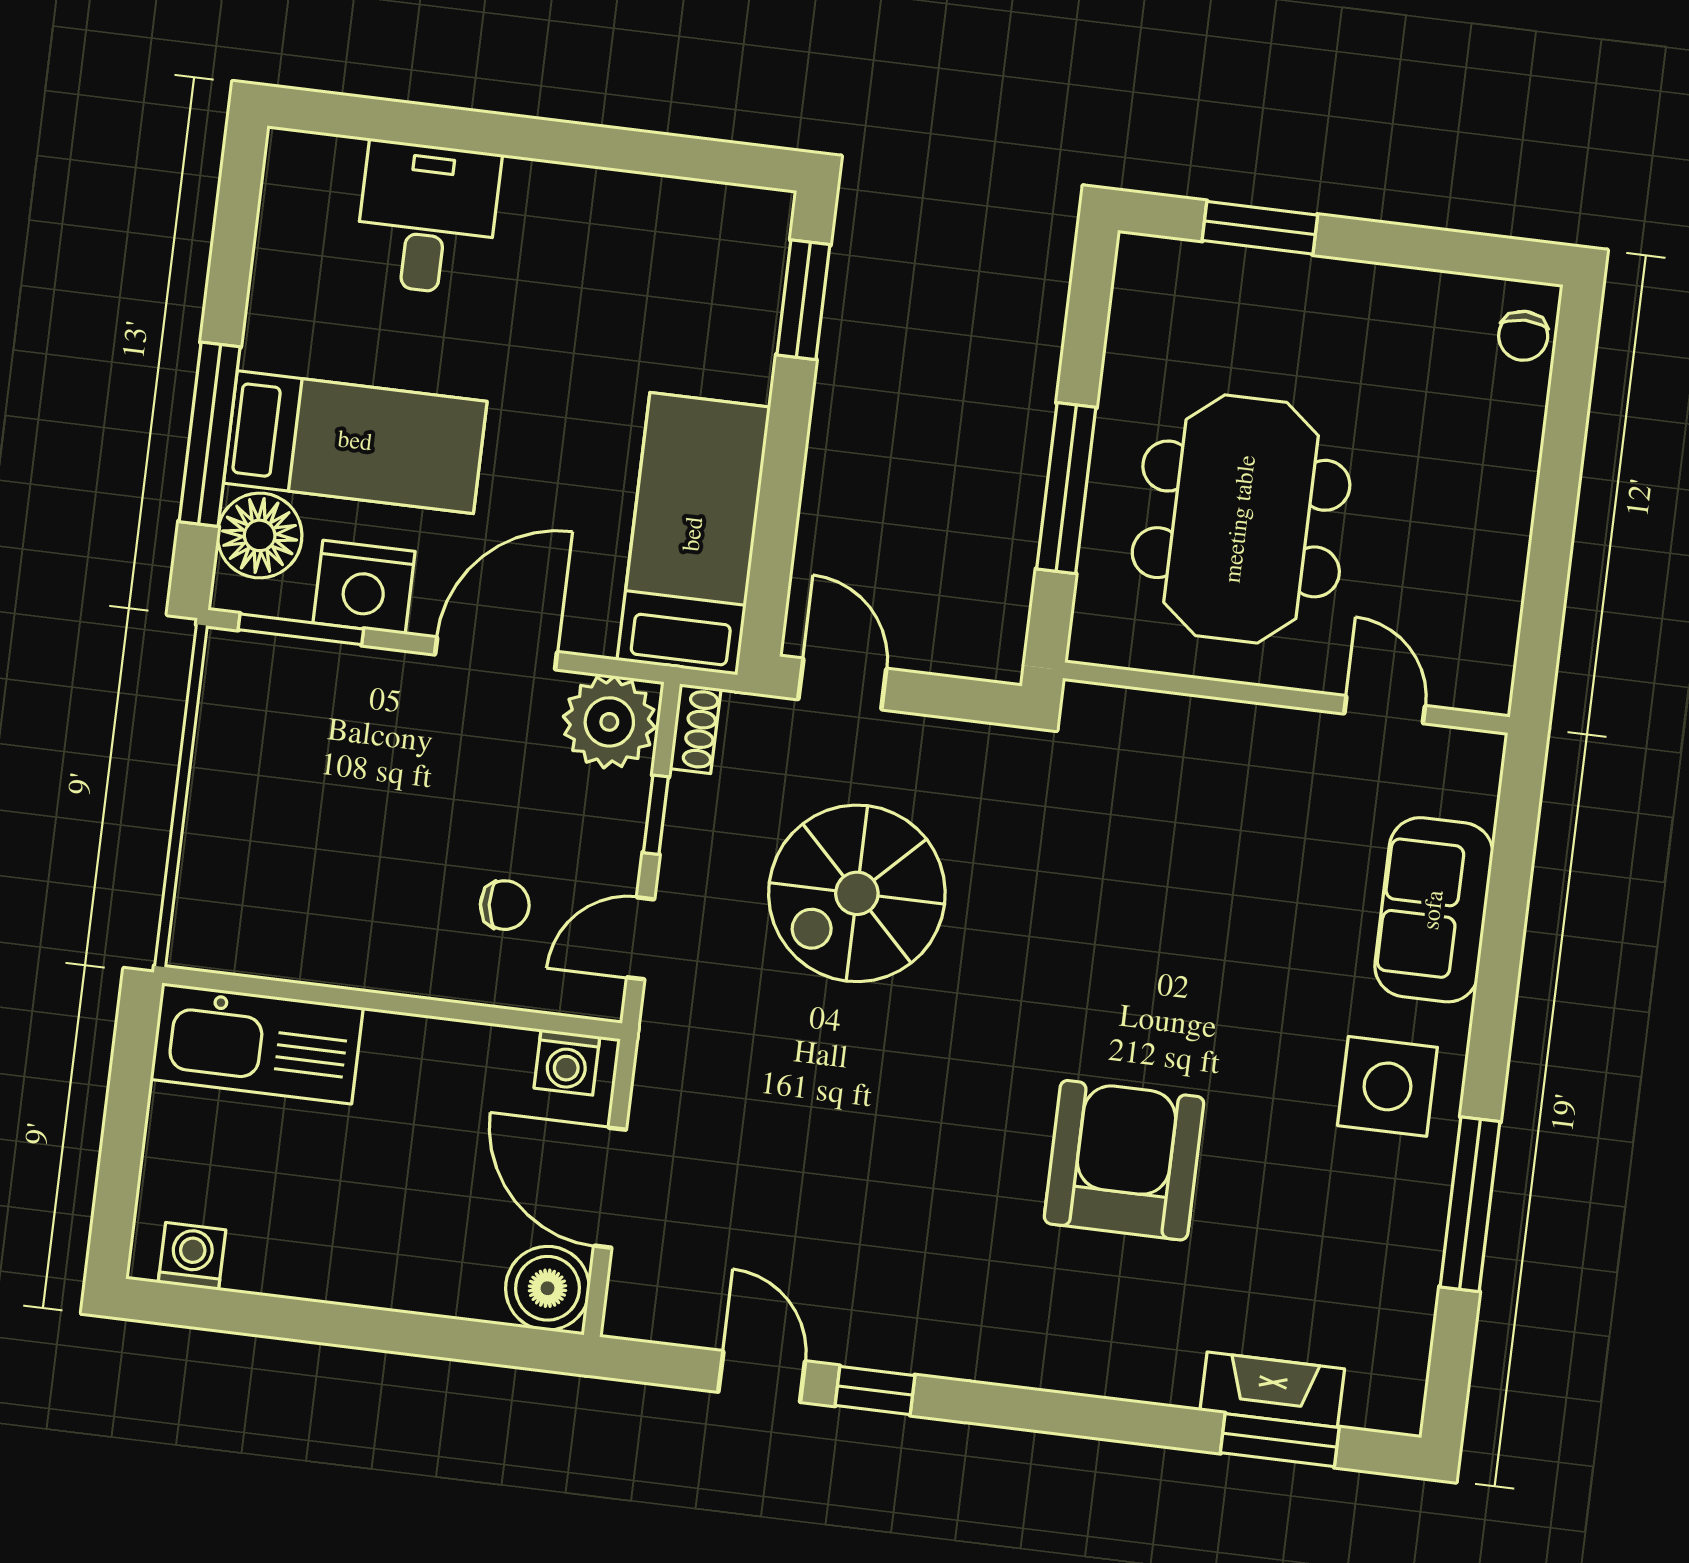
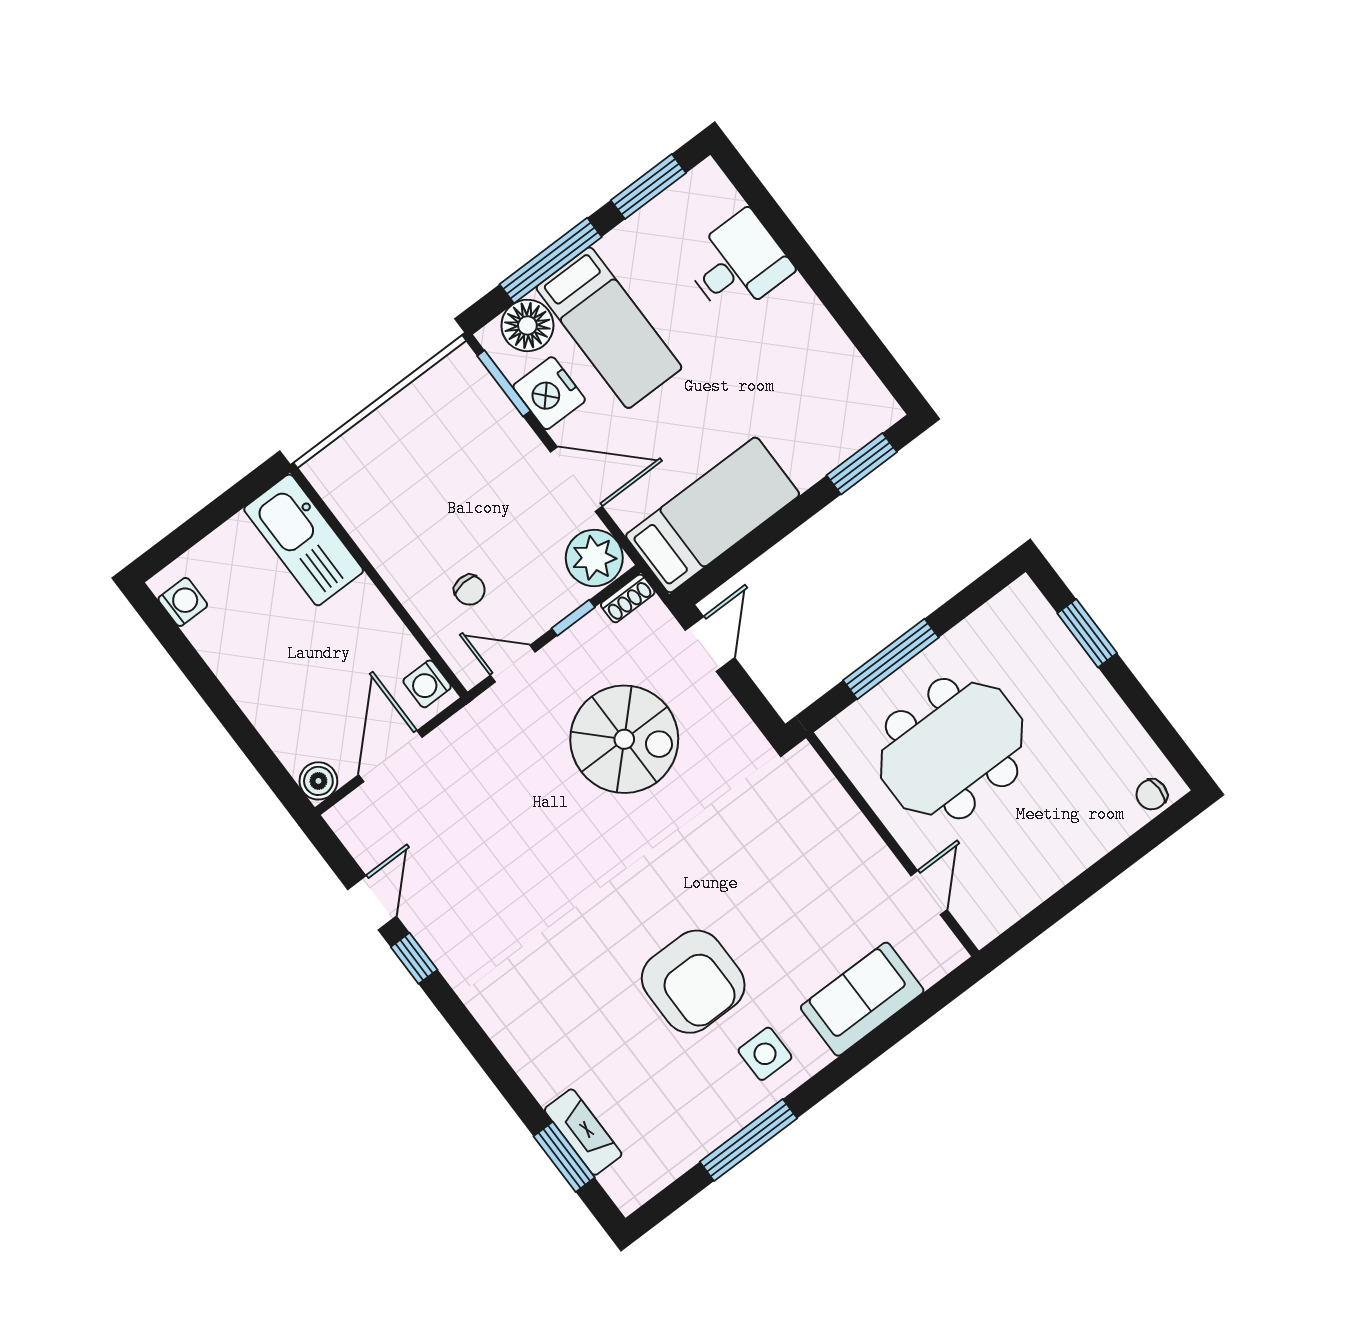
window: (234, 235) -> (648, 187), added
spiral stairs: (857, 893) -> (624, 739), turned 180
side table: (1387, 1086) -> (765, 1054), width x0.73, depth x0.73
armchair: (1124, 1160) -> (693, 982), moved, turned 90
boiler: (548, 1288) -> (318, 781), width x0.73, depth x0.73

